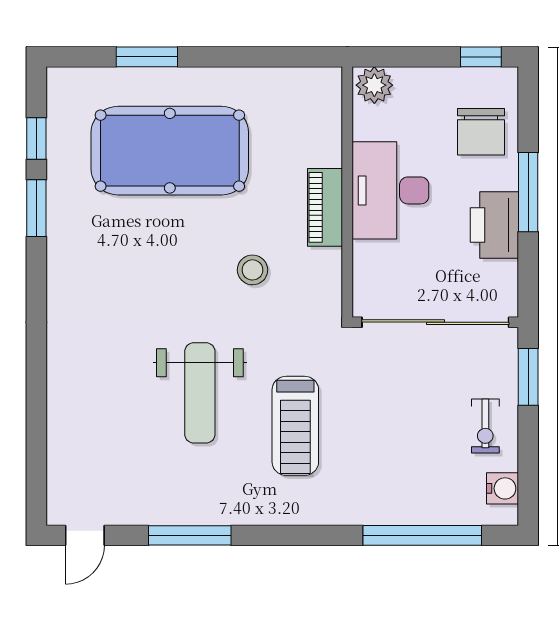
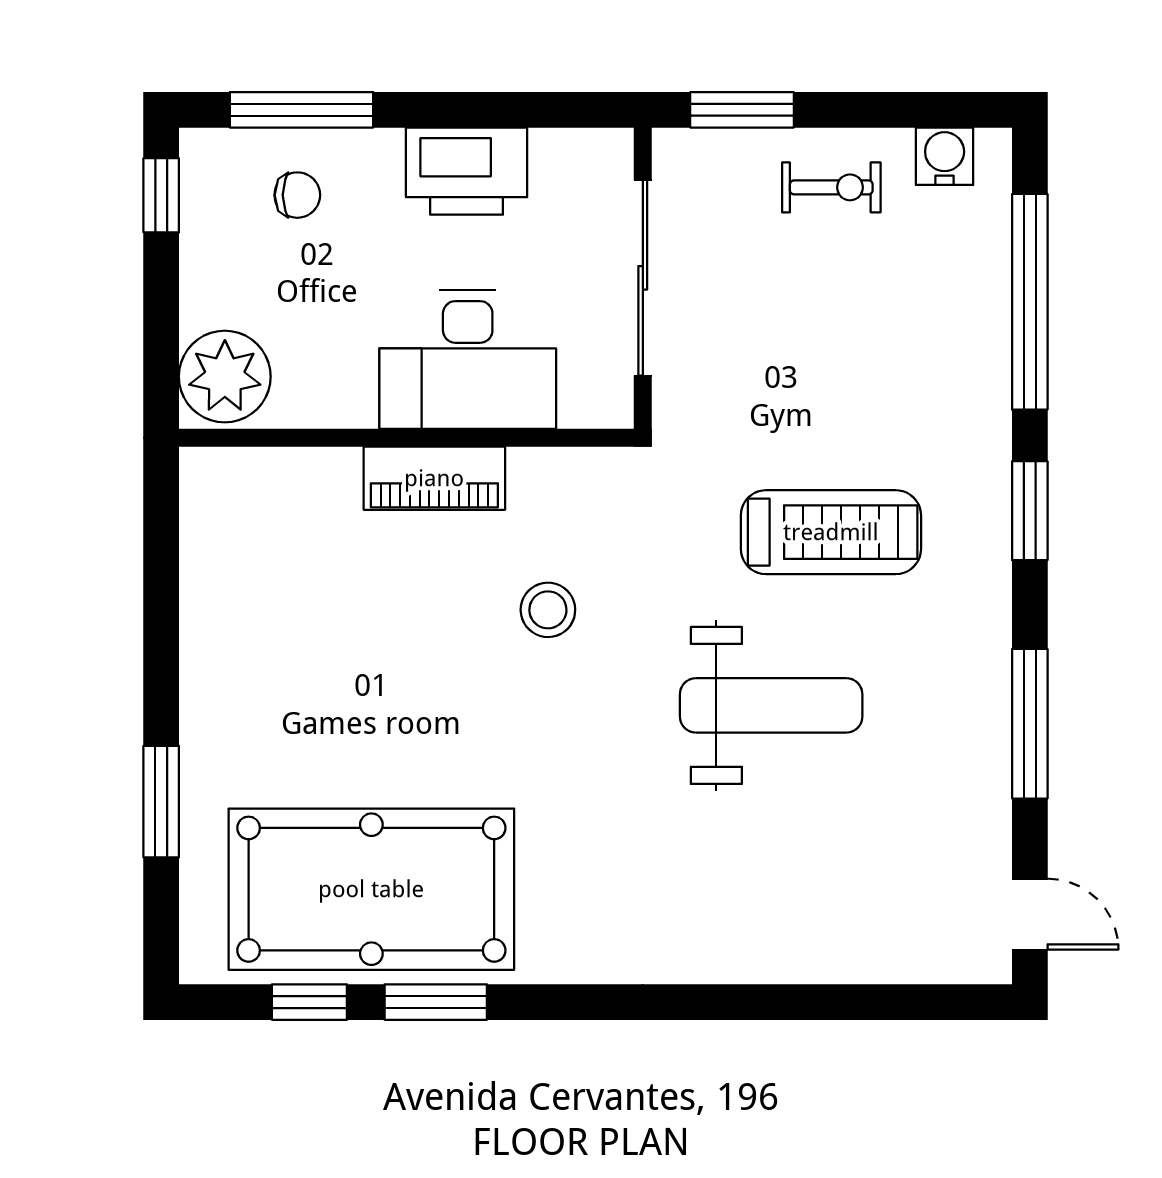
plant: (374, 85) -> (225, 377), width x1.36, depth x1.36
chair: (481, 132) -> (297, 195), width x0.54, depth x0.54
pool table: (170, 151) -> (371, 889), moved, turned 90
desk: (390, 190) -> (468, 359), moved
window: (528, 192) -> (301, 110), moved
sliding door: (435, 322) -> (643, 278), width x0.73
window: (307, 535) -> (1030, 511), added

